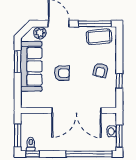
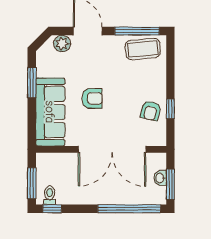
sofa: (31, 66) -> (50, 112), moved
armchair: (101, 70) -> (151, 111), moved

